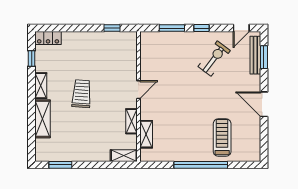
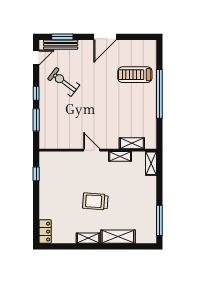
door: (241, 28) -> (36, 57), hinge flipped
window: (32, 58) -> (64, 246), removed
window: (60, 165) -> (159, 220), width x1.44

